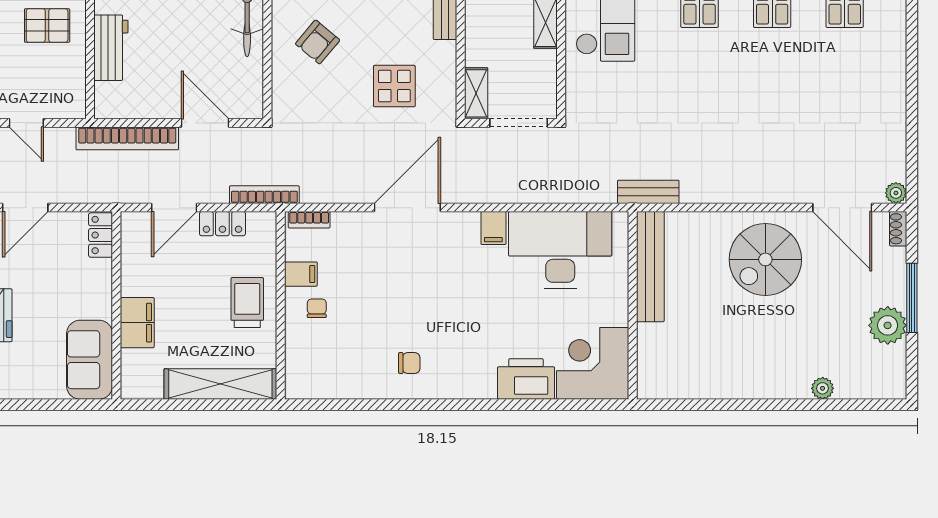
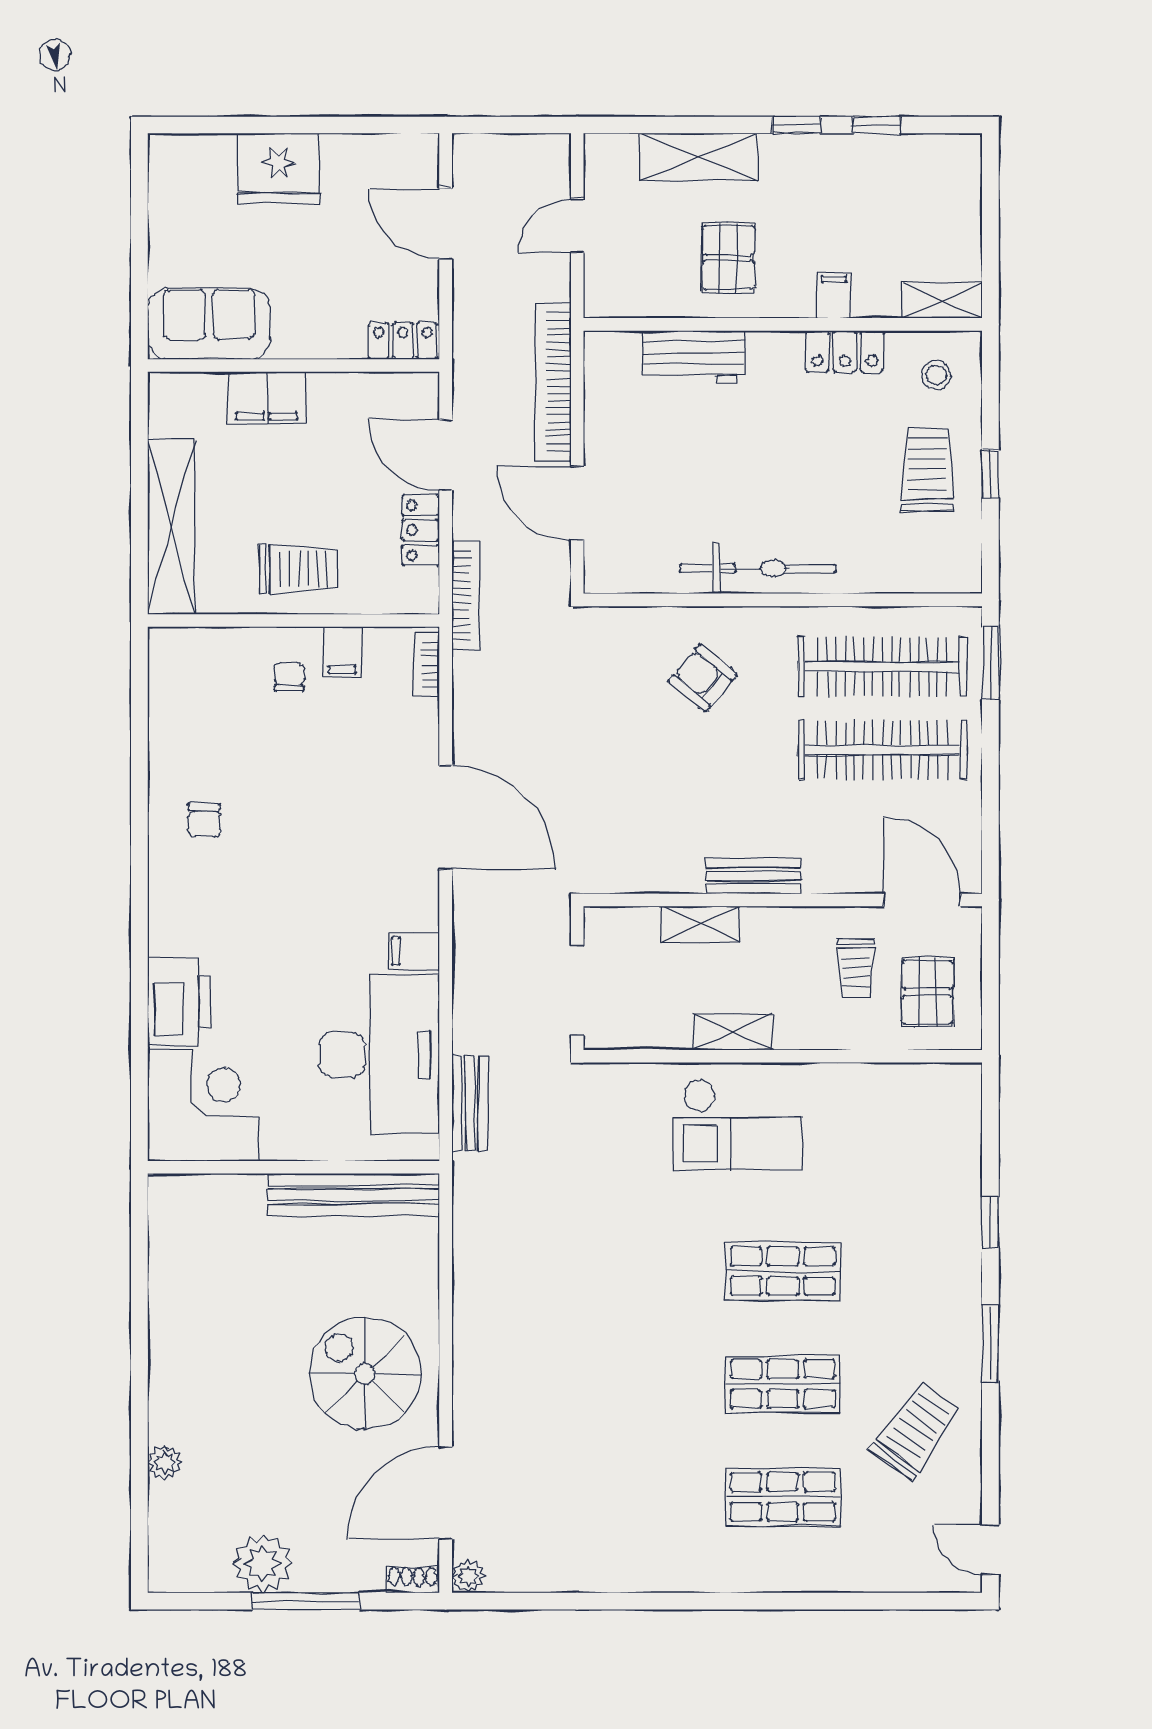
display table: (394, 86) -> (634, 797), removed
shelving: (476, 93) -> (700, 924), moved
door: (205, 123) -> (577, 503), swing flipped
bench: (648, 192) -> (470, 1103), moved
chair: (317, 308) -> (289, 677), turned -90

